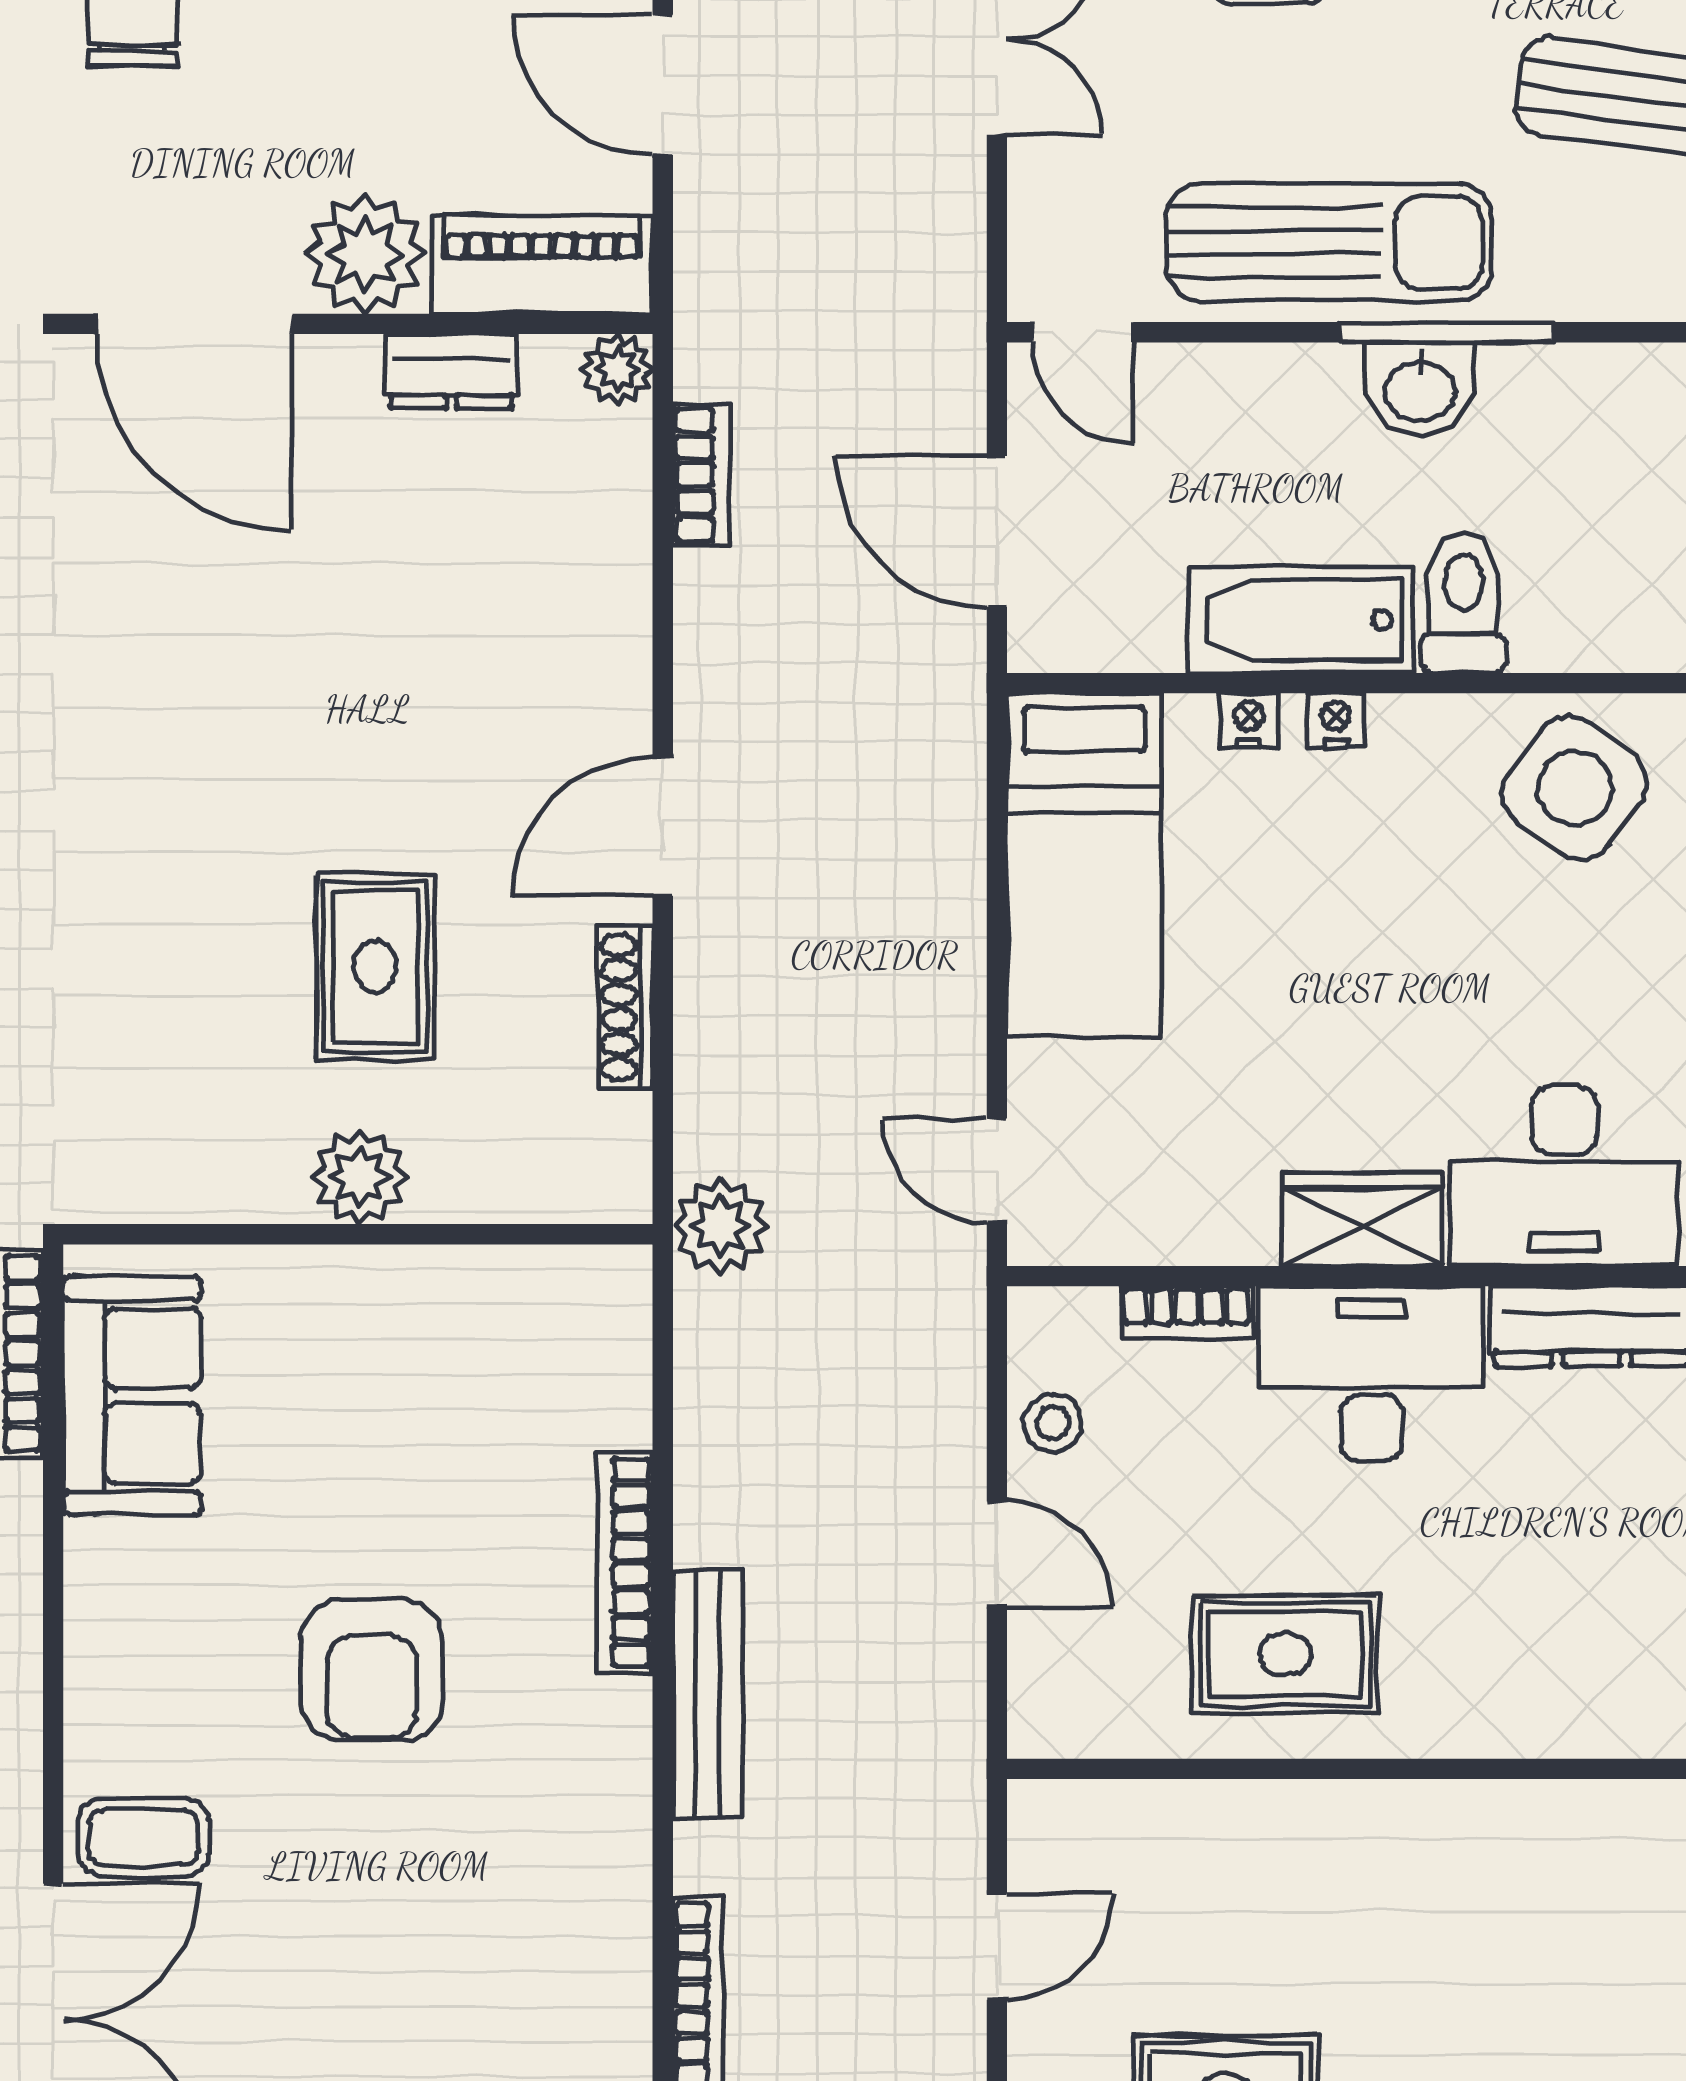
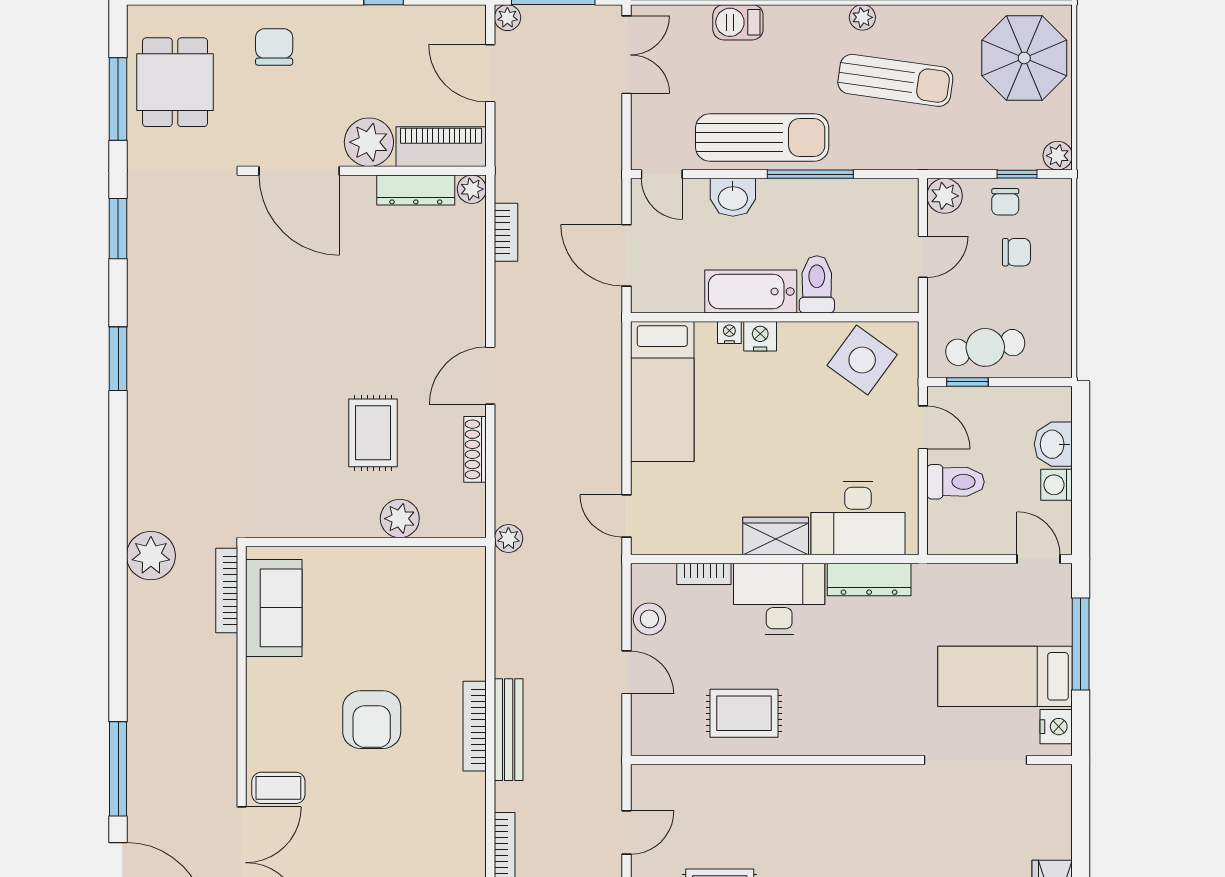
dresser: (451, 371) -> (416, 190), width x1.44
washbasin: (1420, 389) -> (733, 197), moved
nightstand: (1336, 720) -> (760, 336), width x1.39, depth x1.35
plant: (360, 1177) -> (400, 519), moved
plant: (720, 1226) -> (508, 538), width x0.73, depth x0.73
stool: (1053, 1423) -> (649, 619), width x1.37, depth x1.37
bookcase: (624, 1562) -> (475, 726), moved

